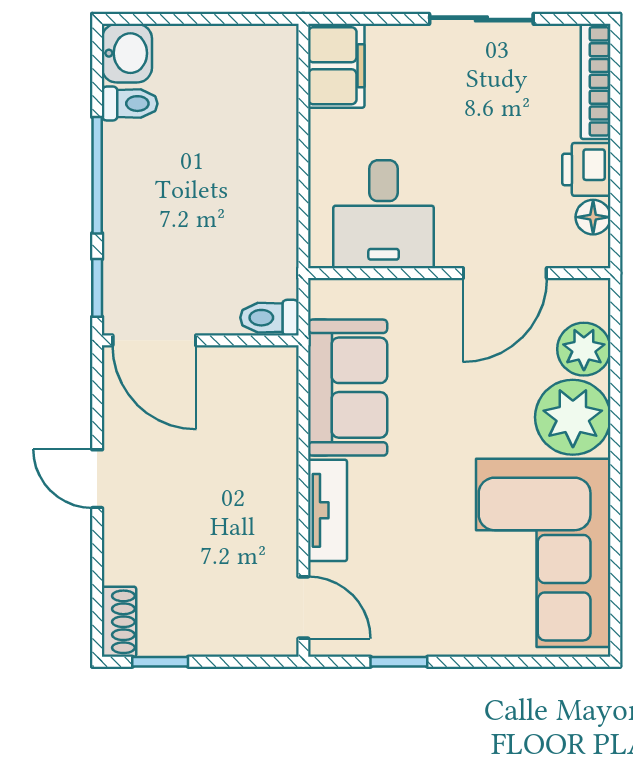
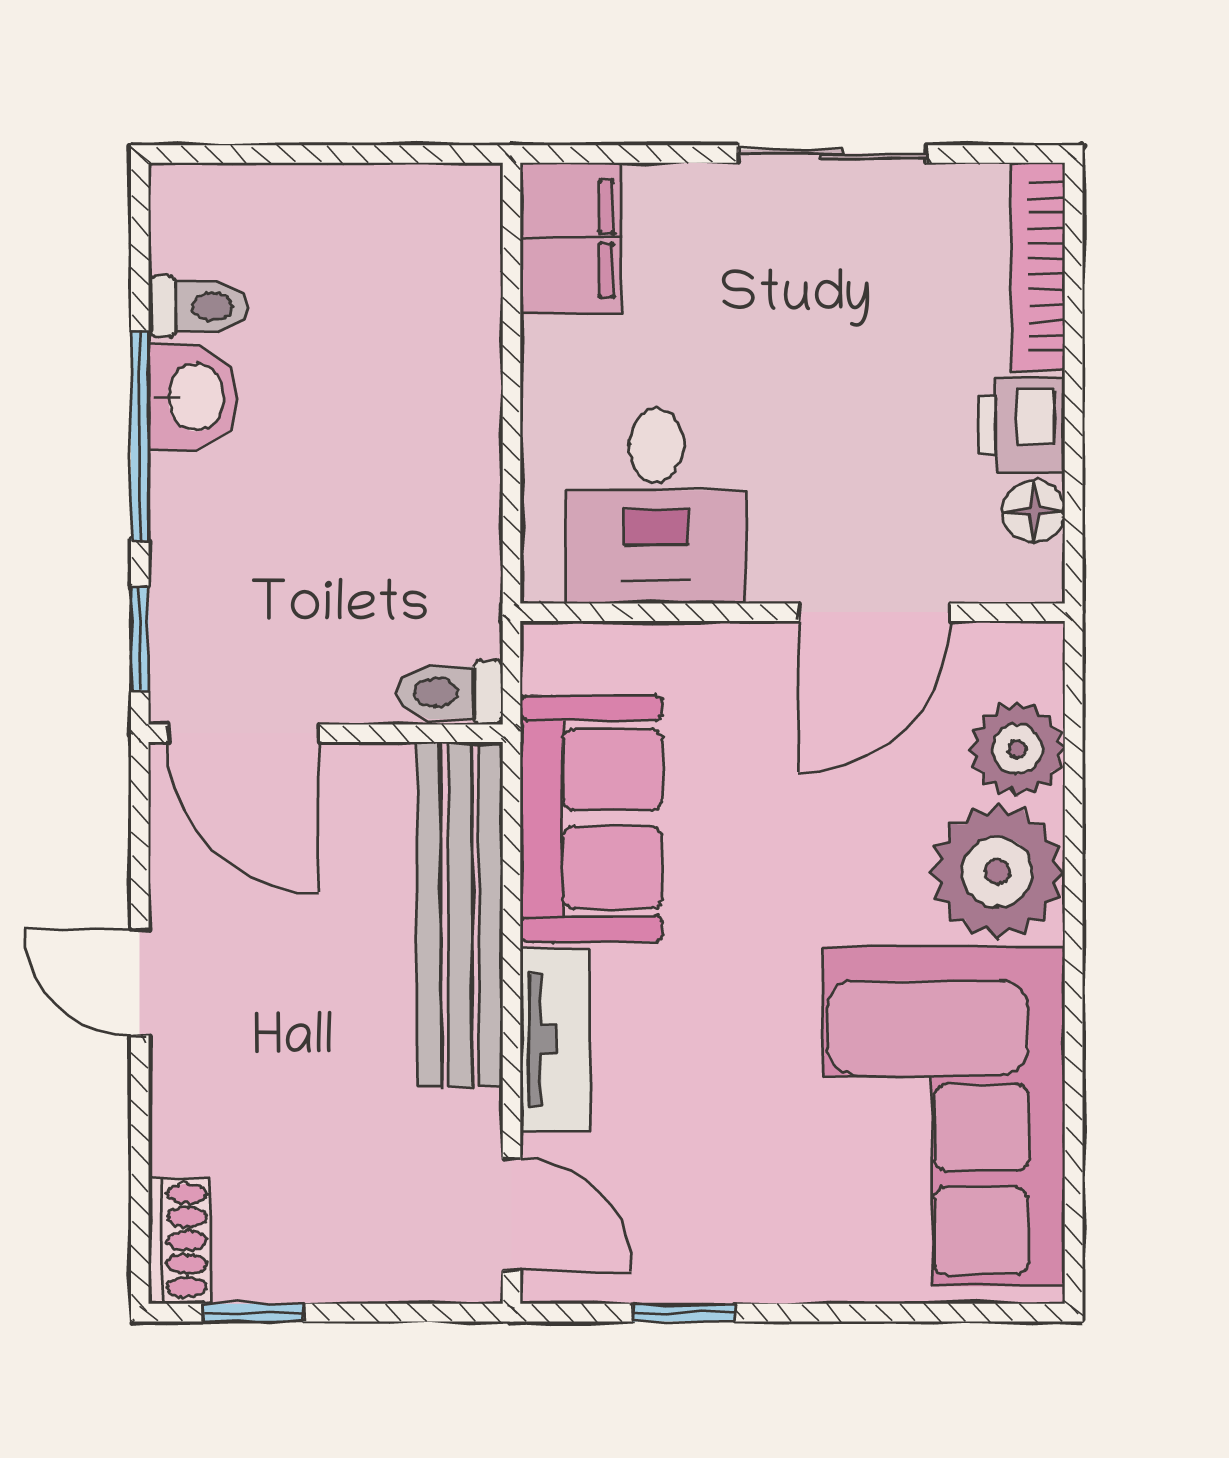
washbasin: (127, 53) -> (193, 397), moved
bench: (275, 441) -> (460, 914), added

